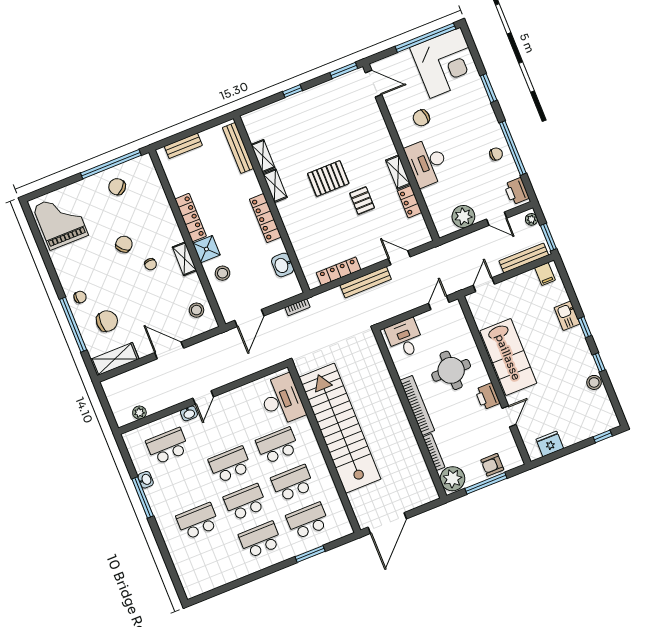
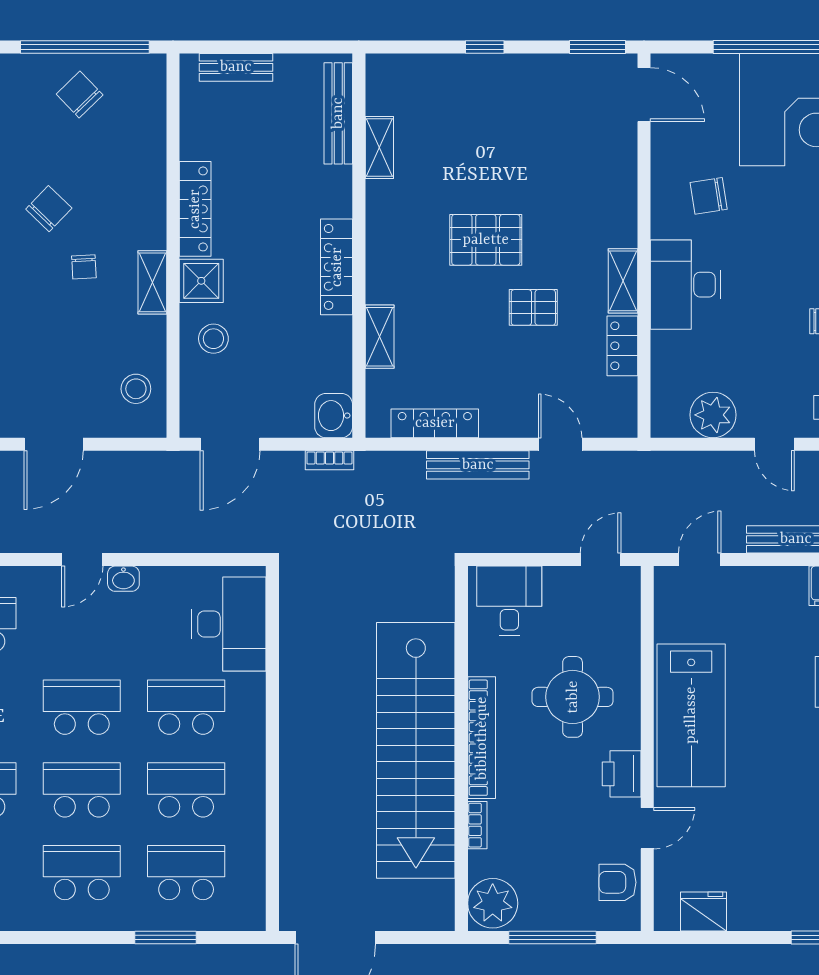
shelving: (275, 186) -> (380, 337), moved
pallet: (362, 201) -> (533, 307), turned 90
washbasin: (283, 265) -> (334, 416), moved
door: (169, 350) -> (54, 444), swing flipped
washbasin: (189, 413) -> (123, 579), moved
stairs: (340, 428) -> (416, 750), moved, turned 180
bookcase: (434, 452) -> (477, 825), width x0.64
armchair: (492, 465) -> (618, 882), moved

